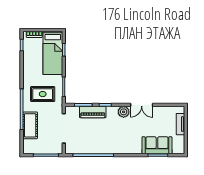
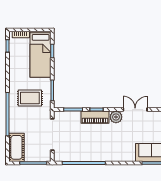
double door: (142, 105) -> (135, 110), swing flipped
piano: (93, 112) -> (95, 117), moved
cot: (30, 125) -> (16, 147), moved

